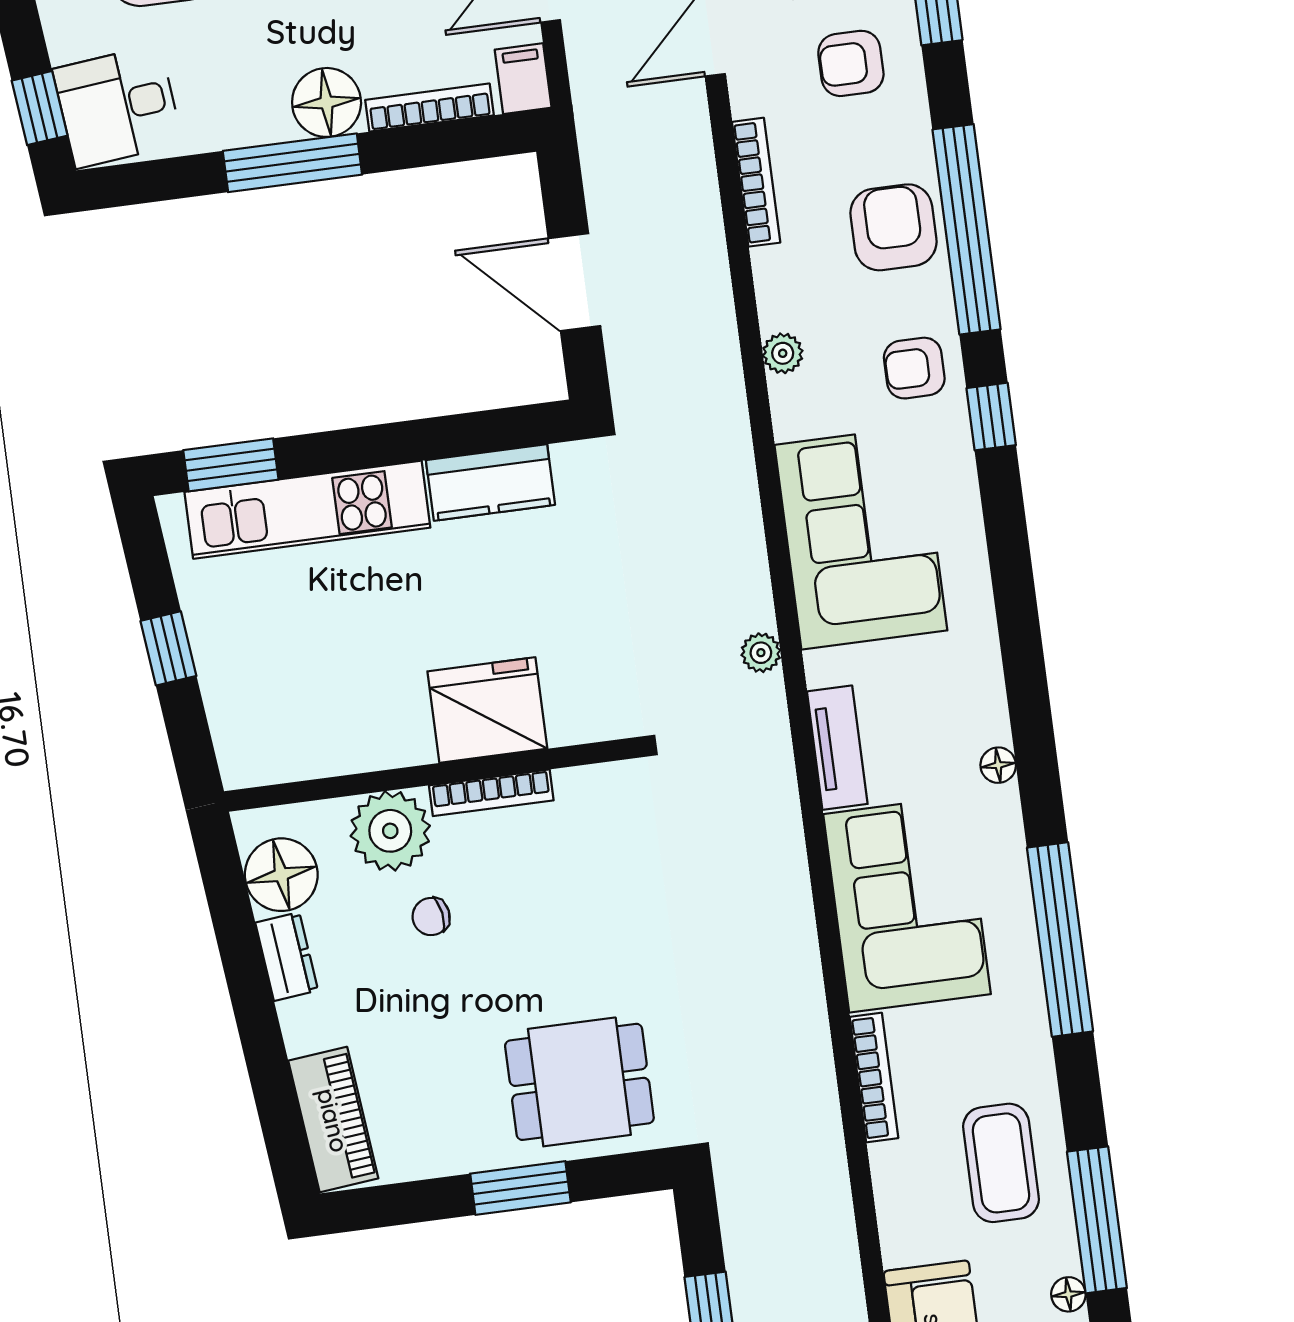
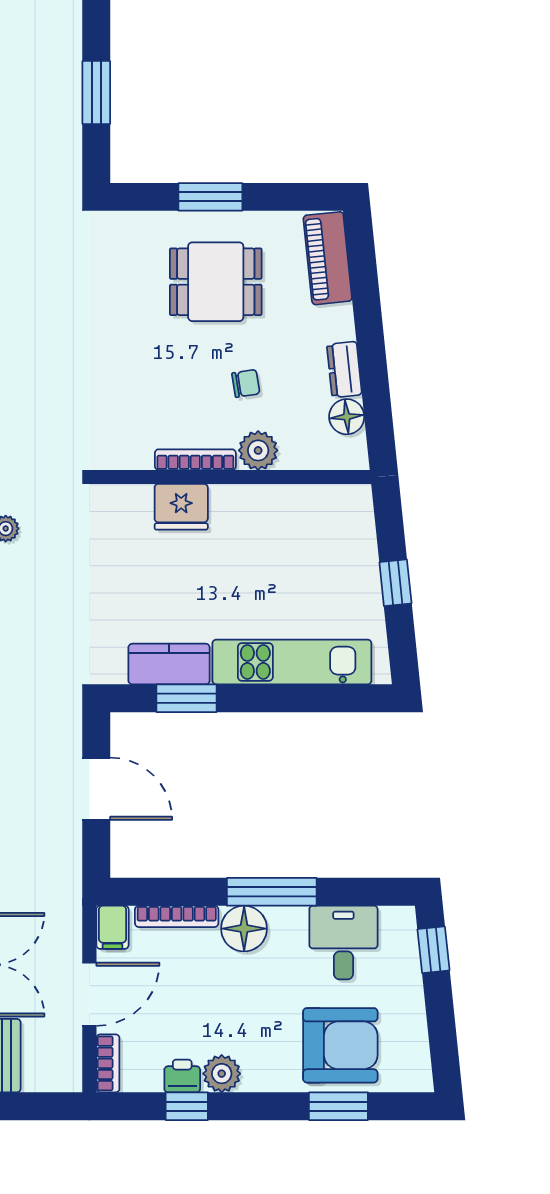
desk: (118, 106) -> (343, 943), moved, turned -84
window: (231, 465) -> (187, 698), moved
fridge: (487, 710) -> (181, 507), width x0.73, depth x0.75
plant: (390, 831) -> (258, 450), width x0.73, depth x0.73
floor lamp: (281, 875) -> (347, 417), width x0.73, depth x0.73
dining table: (579, 1082) -> (216, 282), moved

